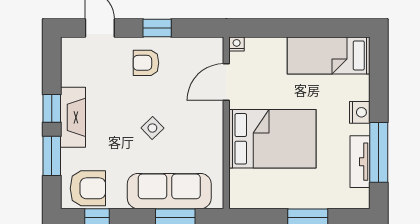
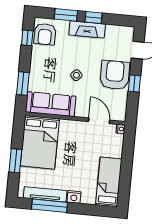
armchair: (146, 63) -> (115, 75), width x1.88, depth x1.88
bed: (272, 139) -> (40, 142), moved
tv unit: (360, 162) -> (45, 194), width x1.41
sofa: (169, 191) -> (51, 104), moved, turned -90

